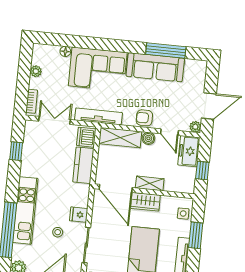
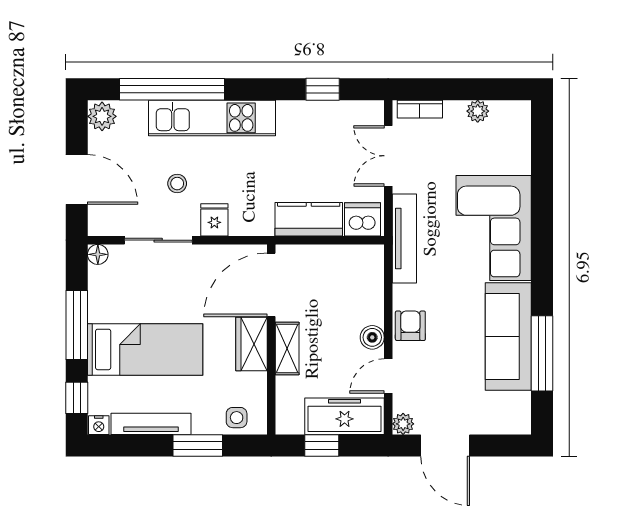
floor lamp: (65, 51) -> (521, 163), removed
double door: (54, 120) -> (388, 156), swing flipped
shelving: (120, 138) -> (368, 284), removed
freezer: (189, 151) -> (345, 416), width x1.40

